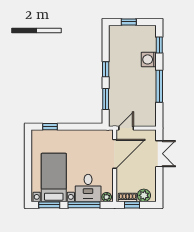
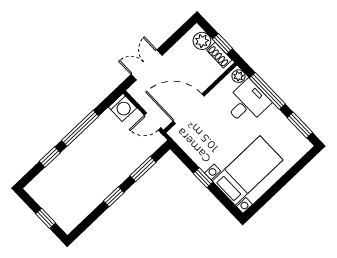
window: (159, 45) -> (50, 157), moved
washing machine: (149, 59) -> (123, 107), moved
window: (50, 127) -> (203, 178), moved
bed with nightstands: (54, 177) -> (248, 170), moved, turned 180

